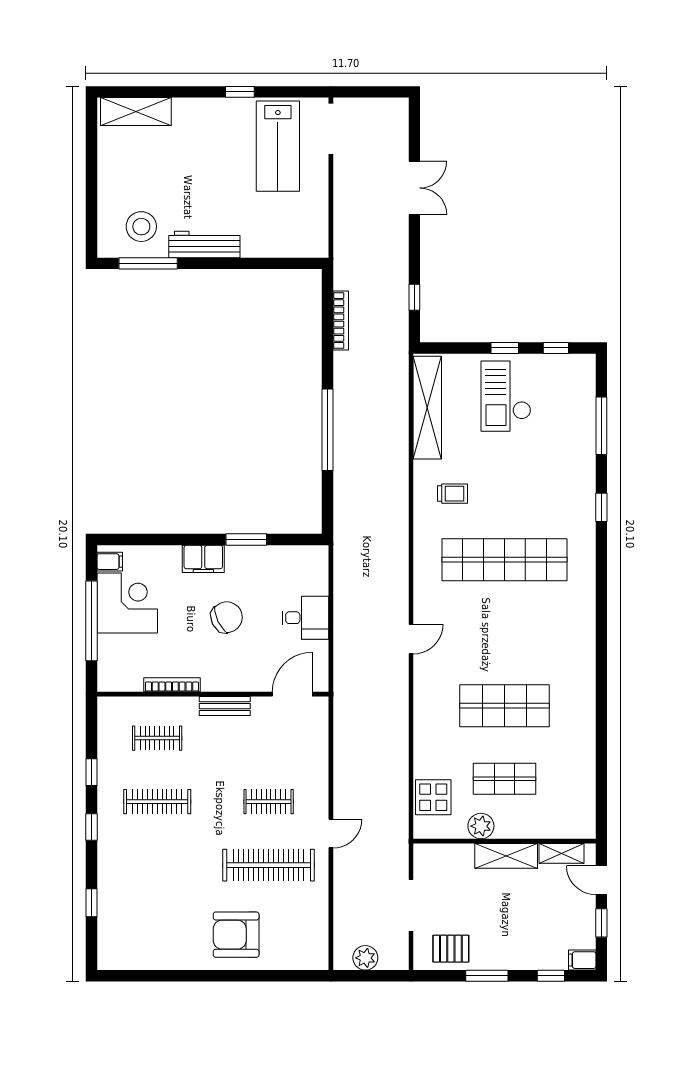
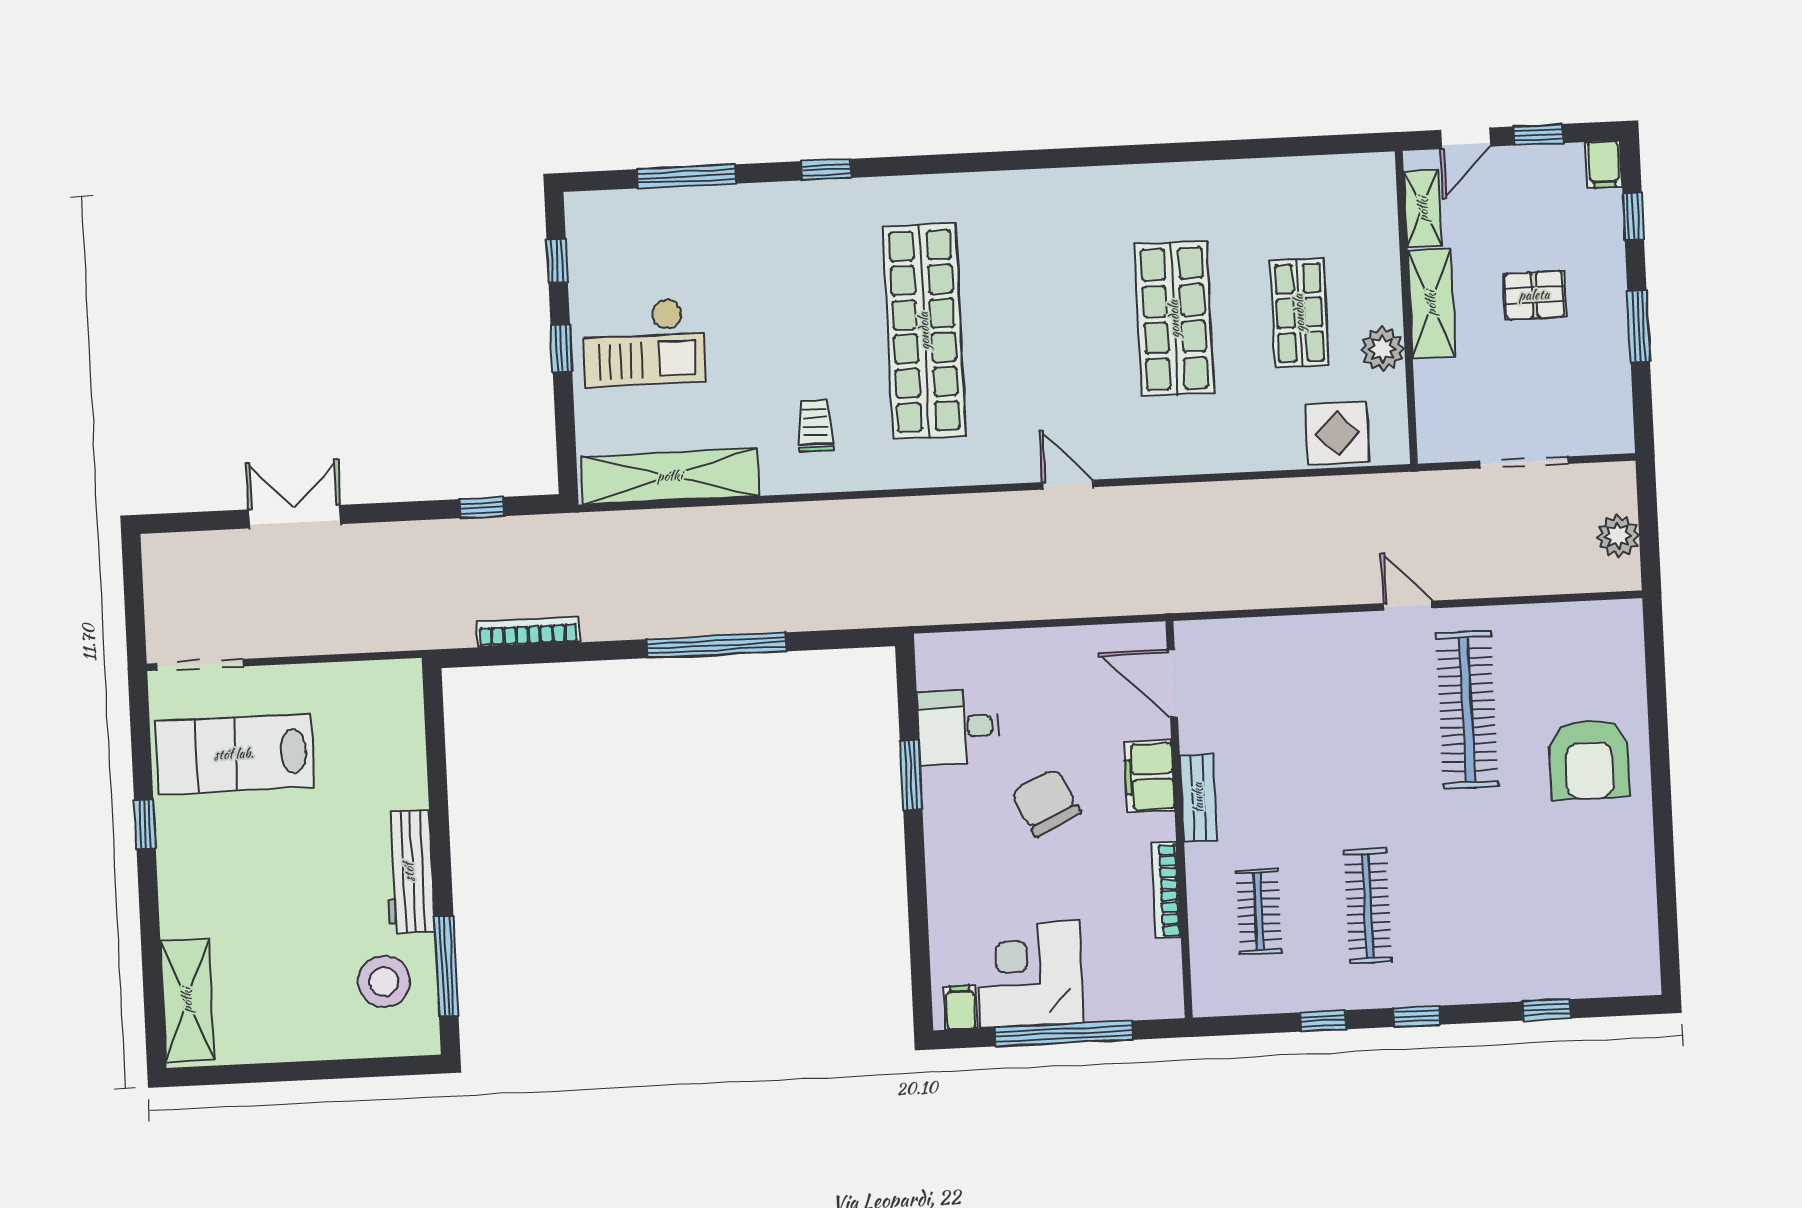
lab bench: (278, 146) -> (234, 754), turned 180
filing cabinet: (203, 559) -> (1149, 777), moved, turned 180
desk: (305, 618) -> (958, 727), moved, turned -90
clothes rail: (269, 802) -> (1358, 715), removed
pallet: (451, 949) -> (1534, 295), moved, turned 90

